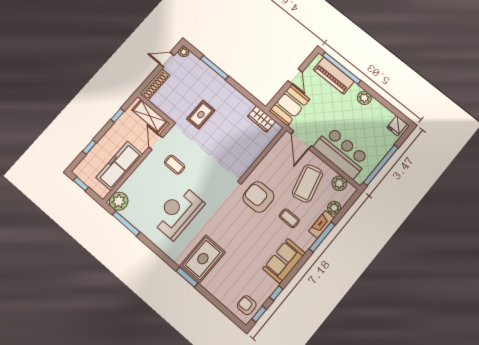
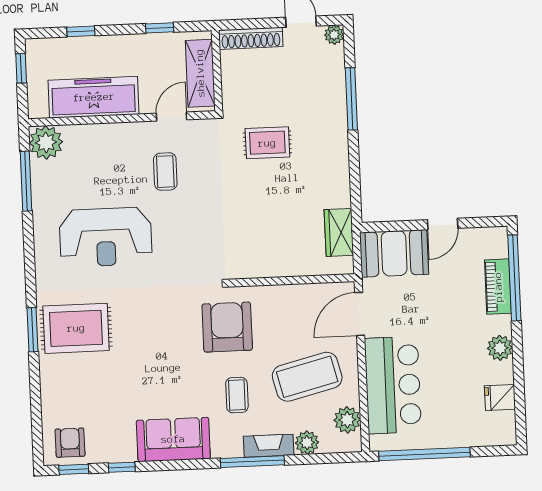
piano: (334, 75) -> (498, 287), width x0.73, depth x0.75
fridge: (397, 126) -> (500, 397), moved
reception desk: (178, 212) -> (106, 237), turned 180

